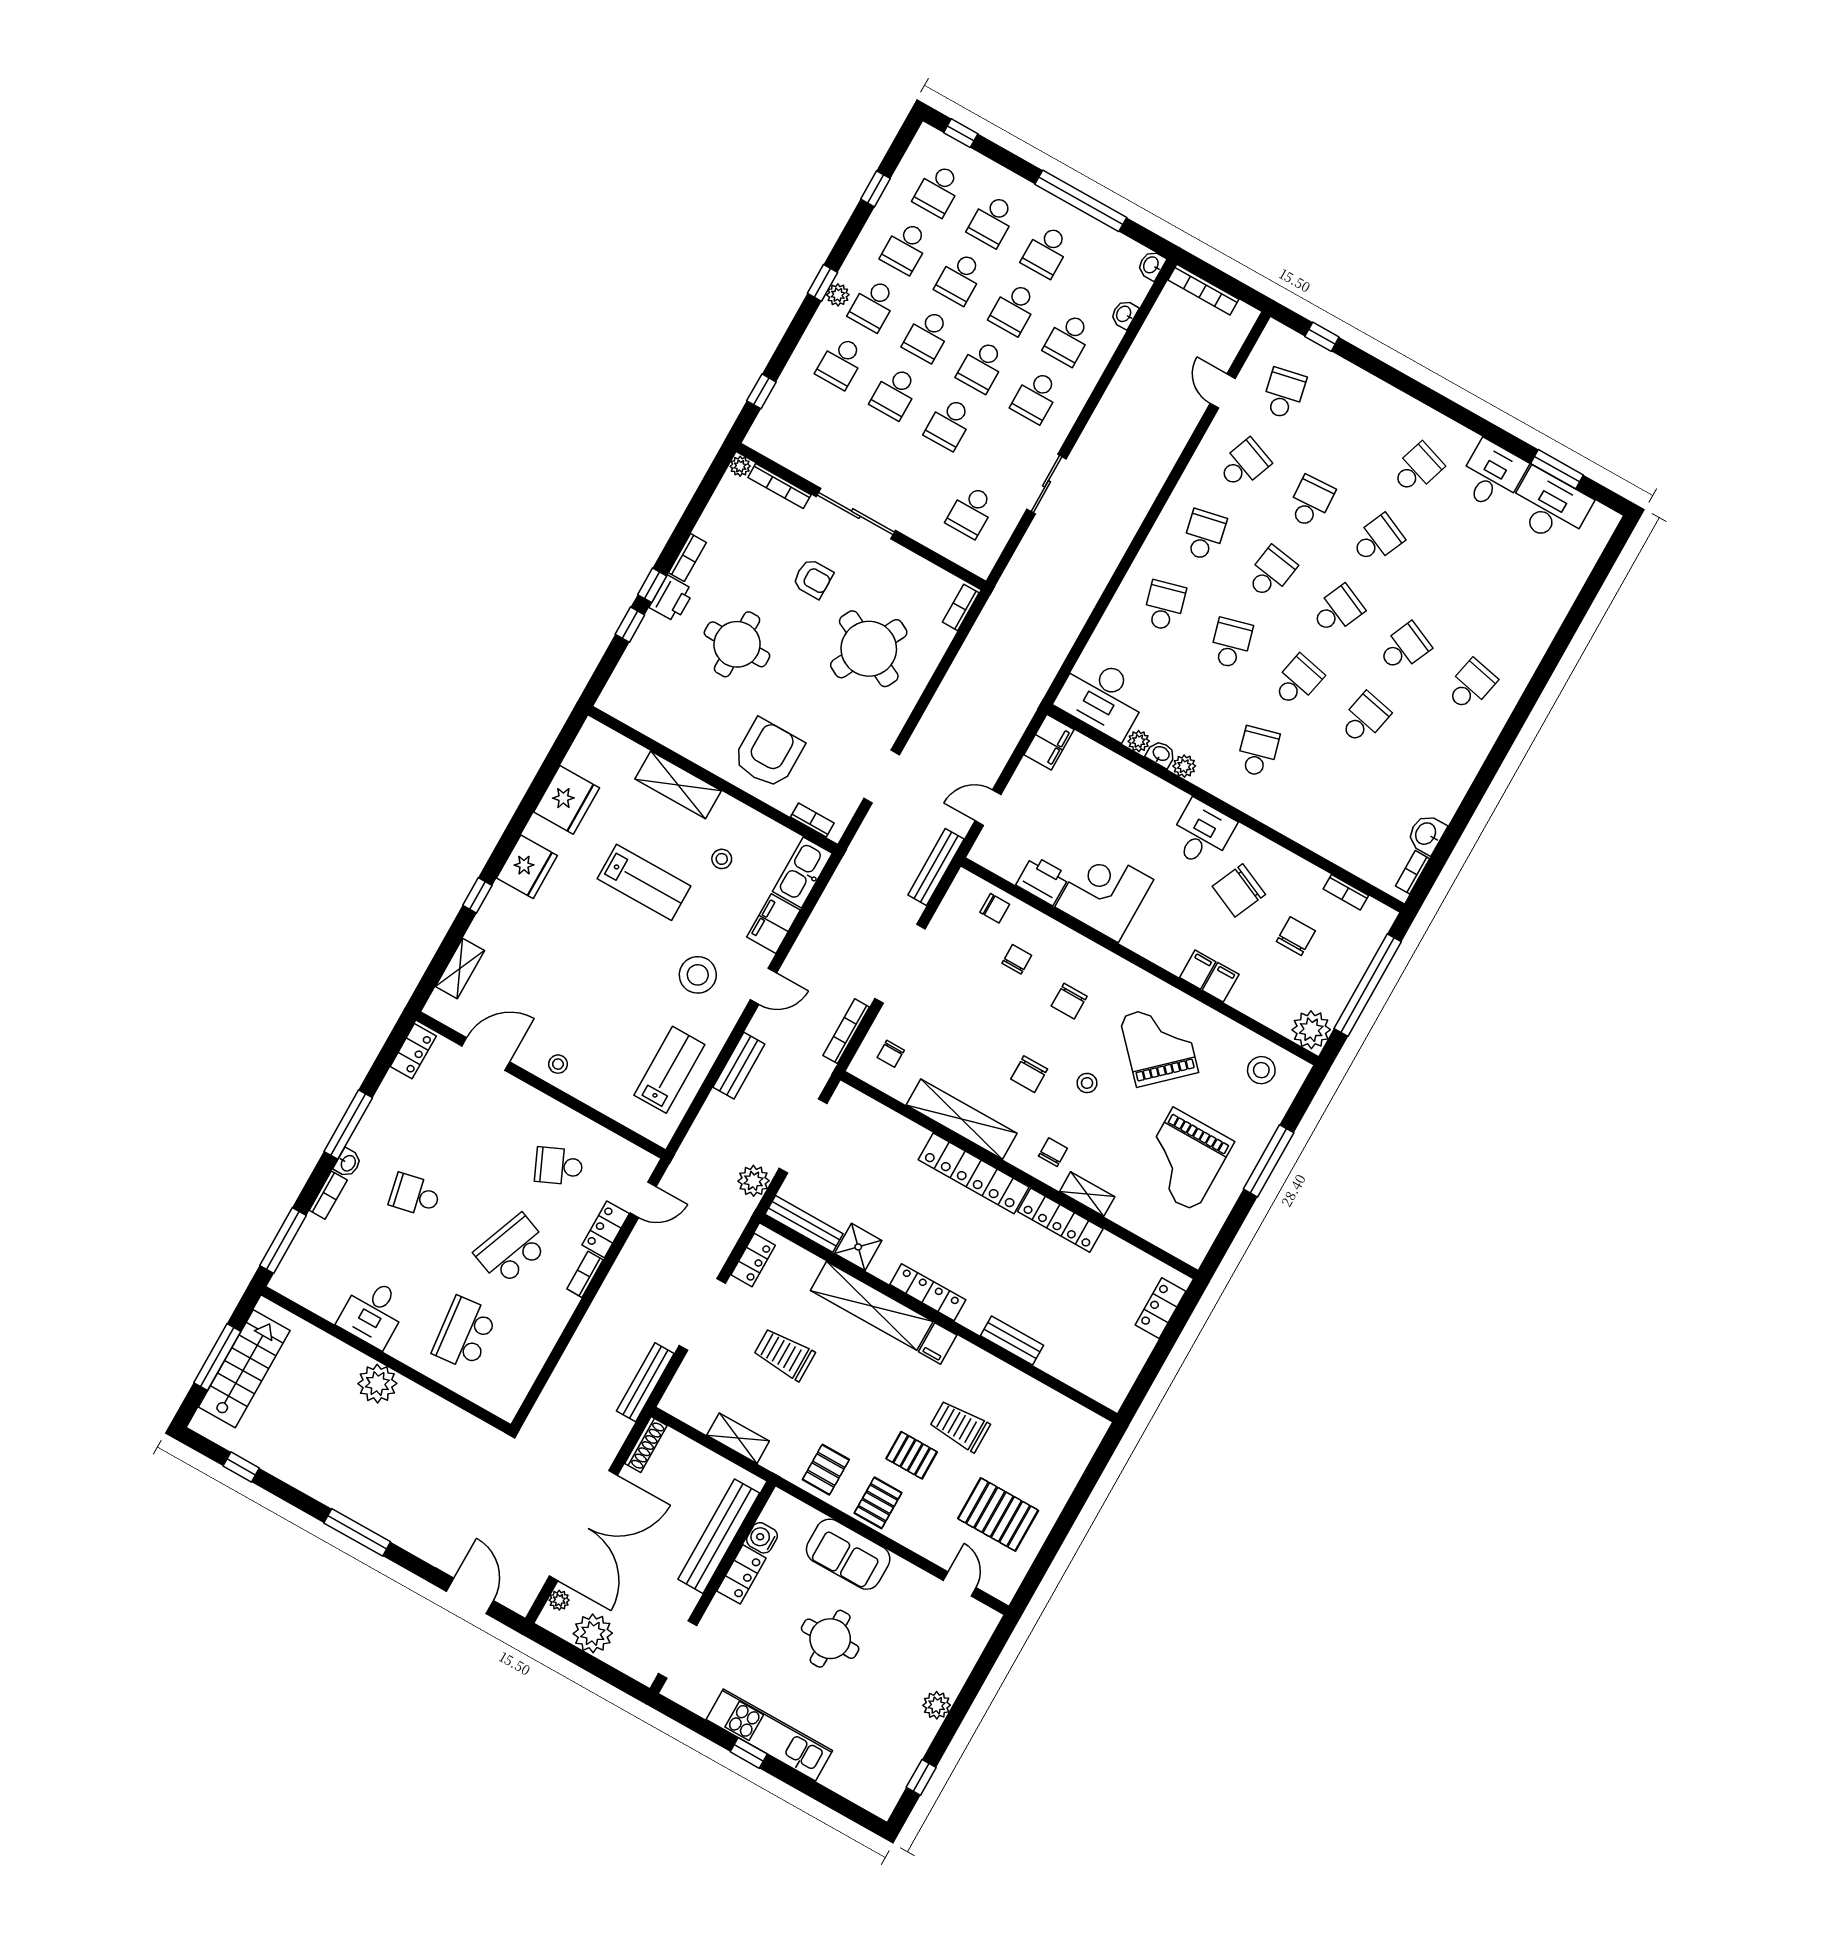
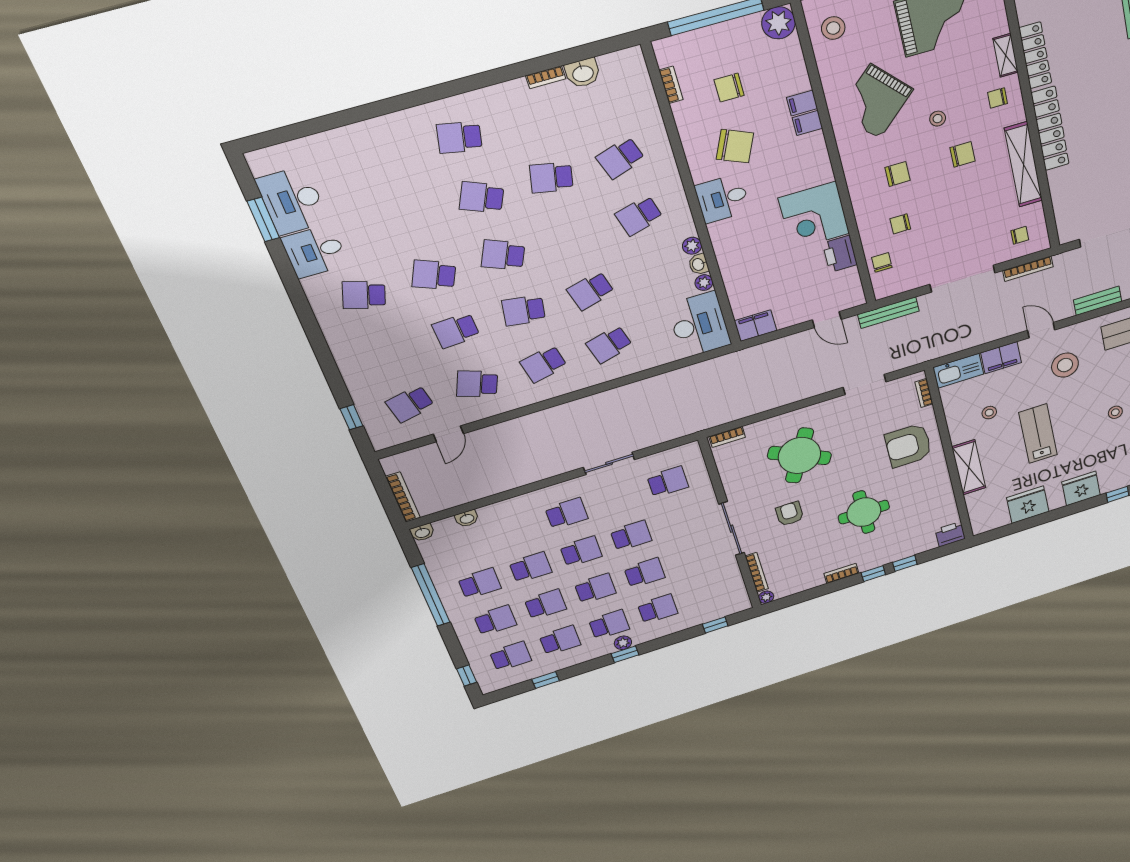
school desk: (1068, 339) -> (515, 529), removed
printer: (672, 599) -> (950, 534), moved
school desk: (1298, 681) -> (620, 158), moved, turned -30
bookcase: (1412, 872) -> (546, 77), moved
stool: (586, 976) -> (1115, 412), added

